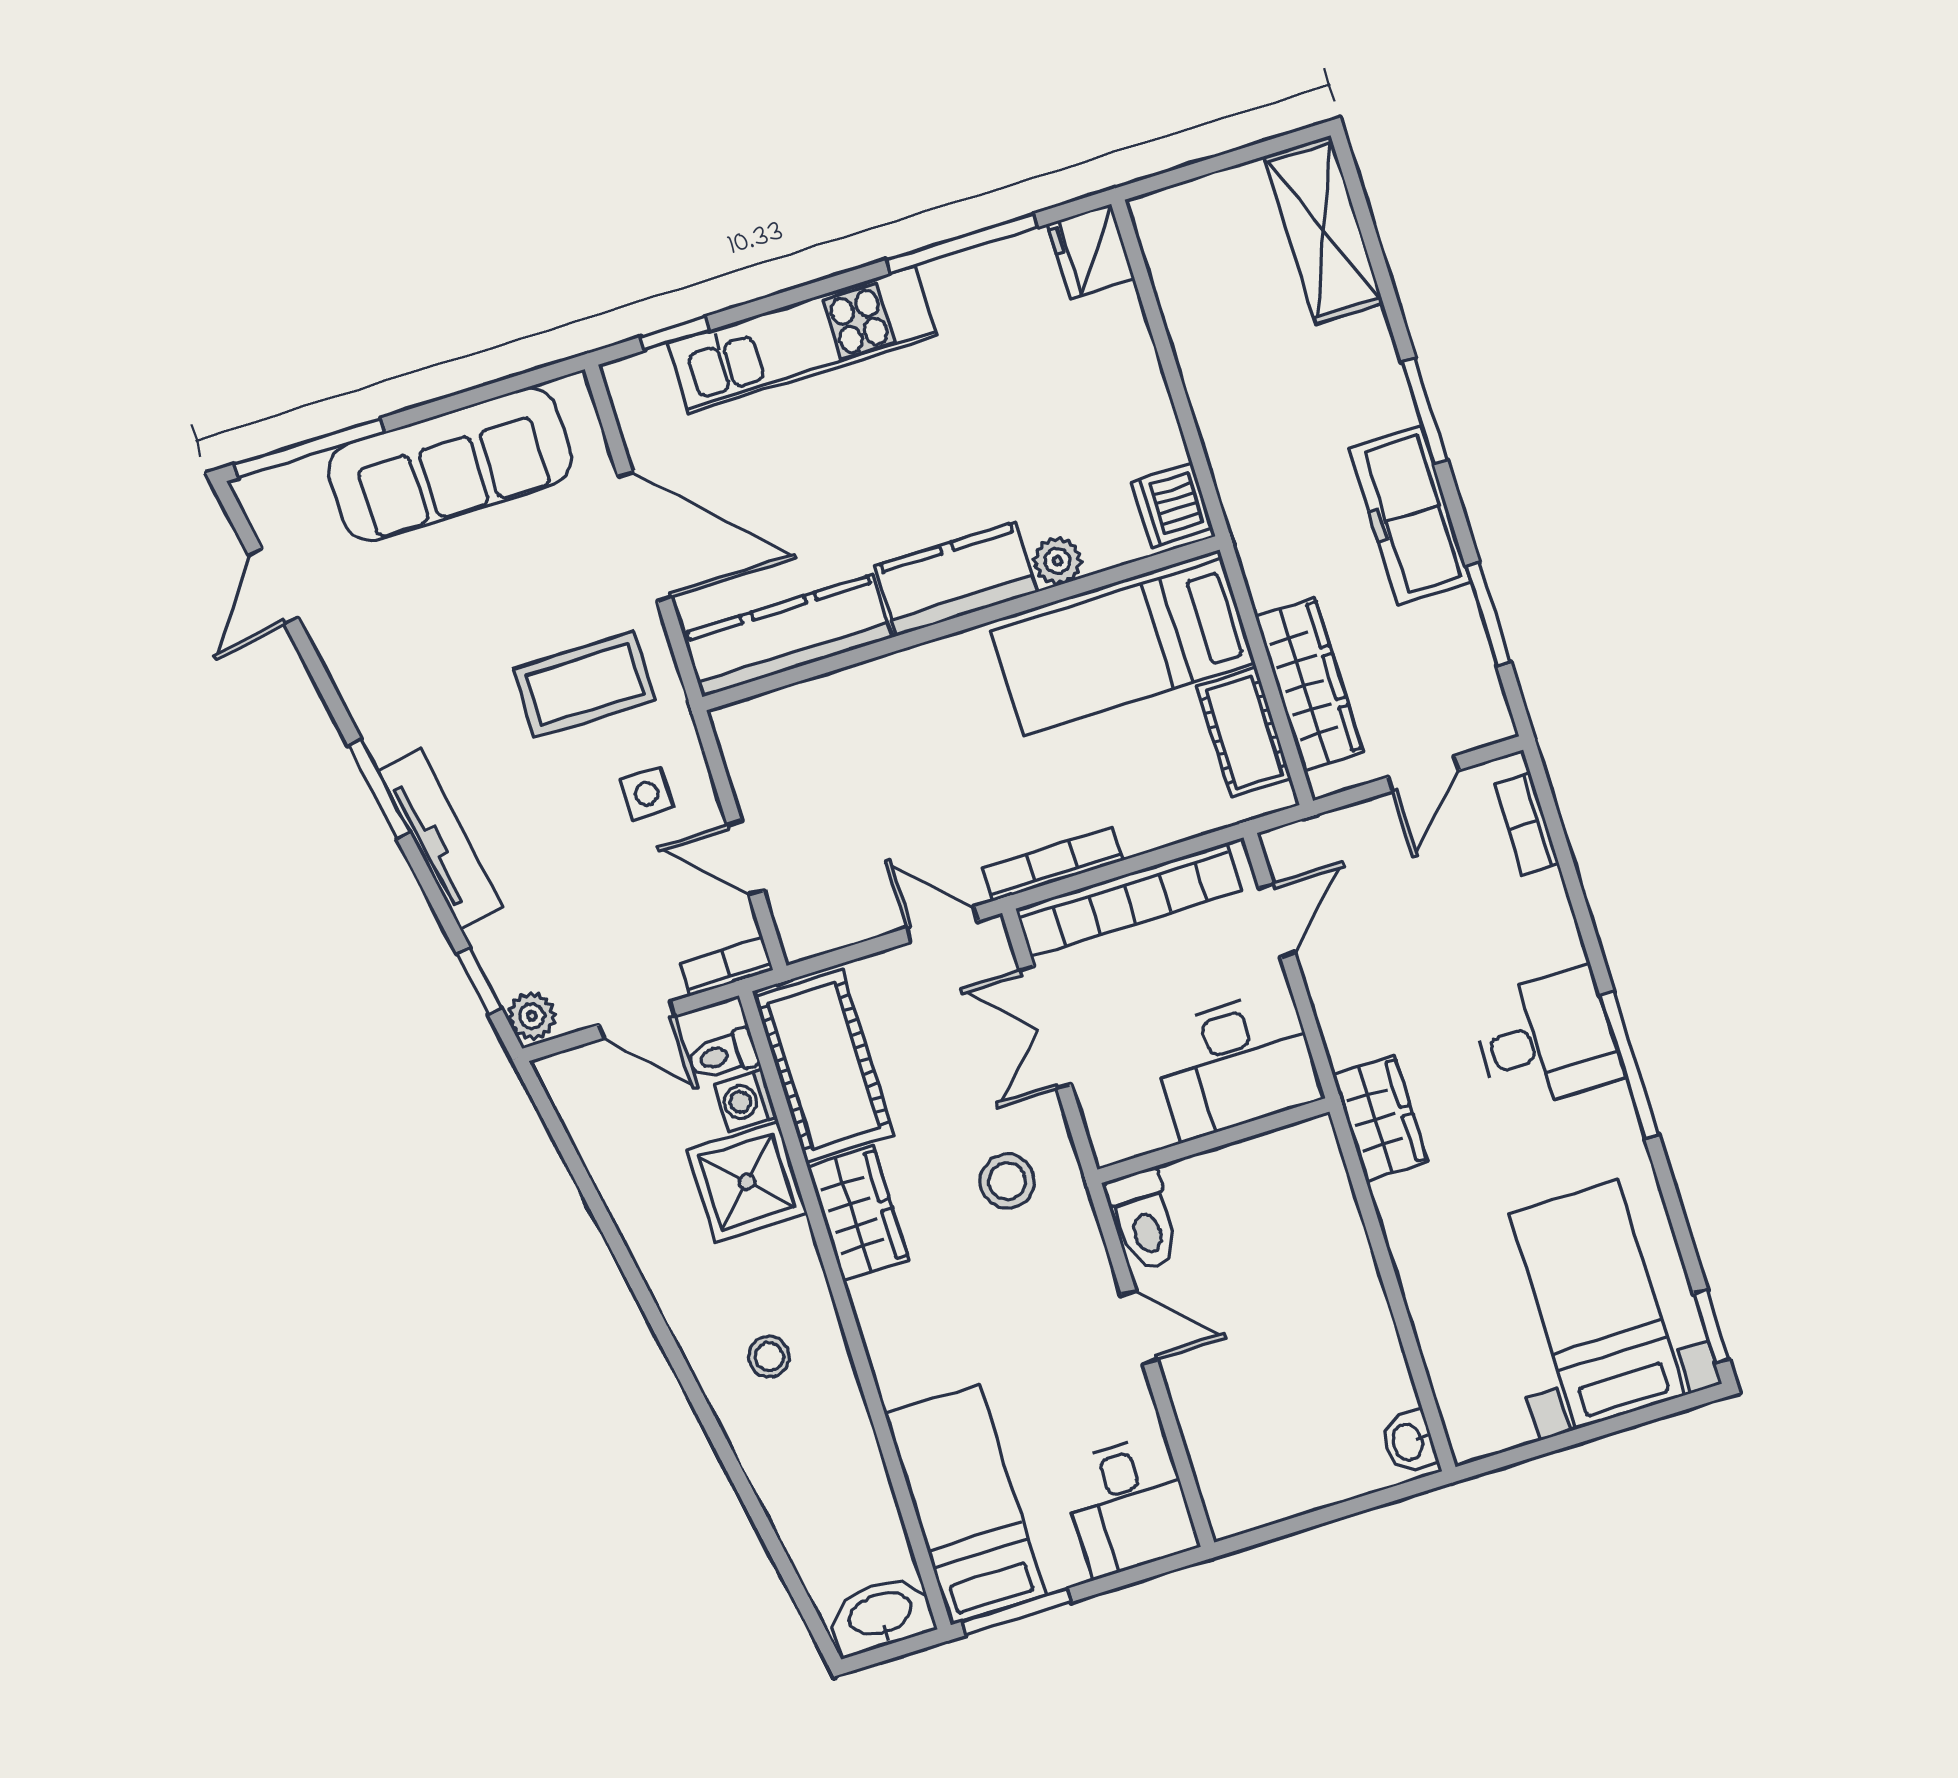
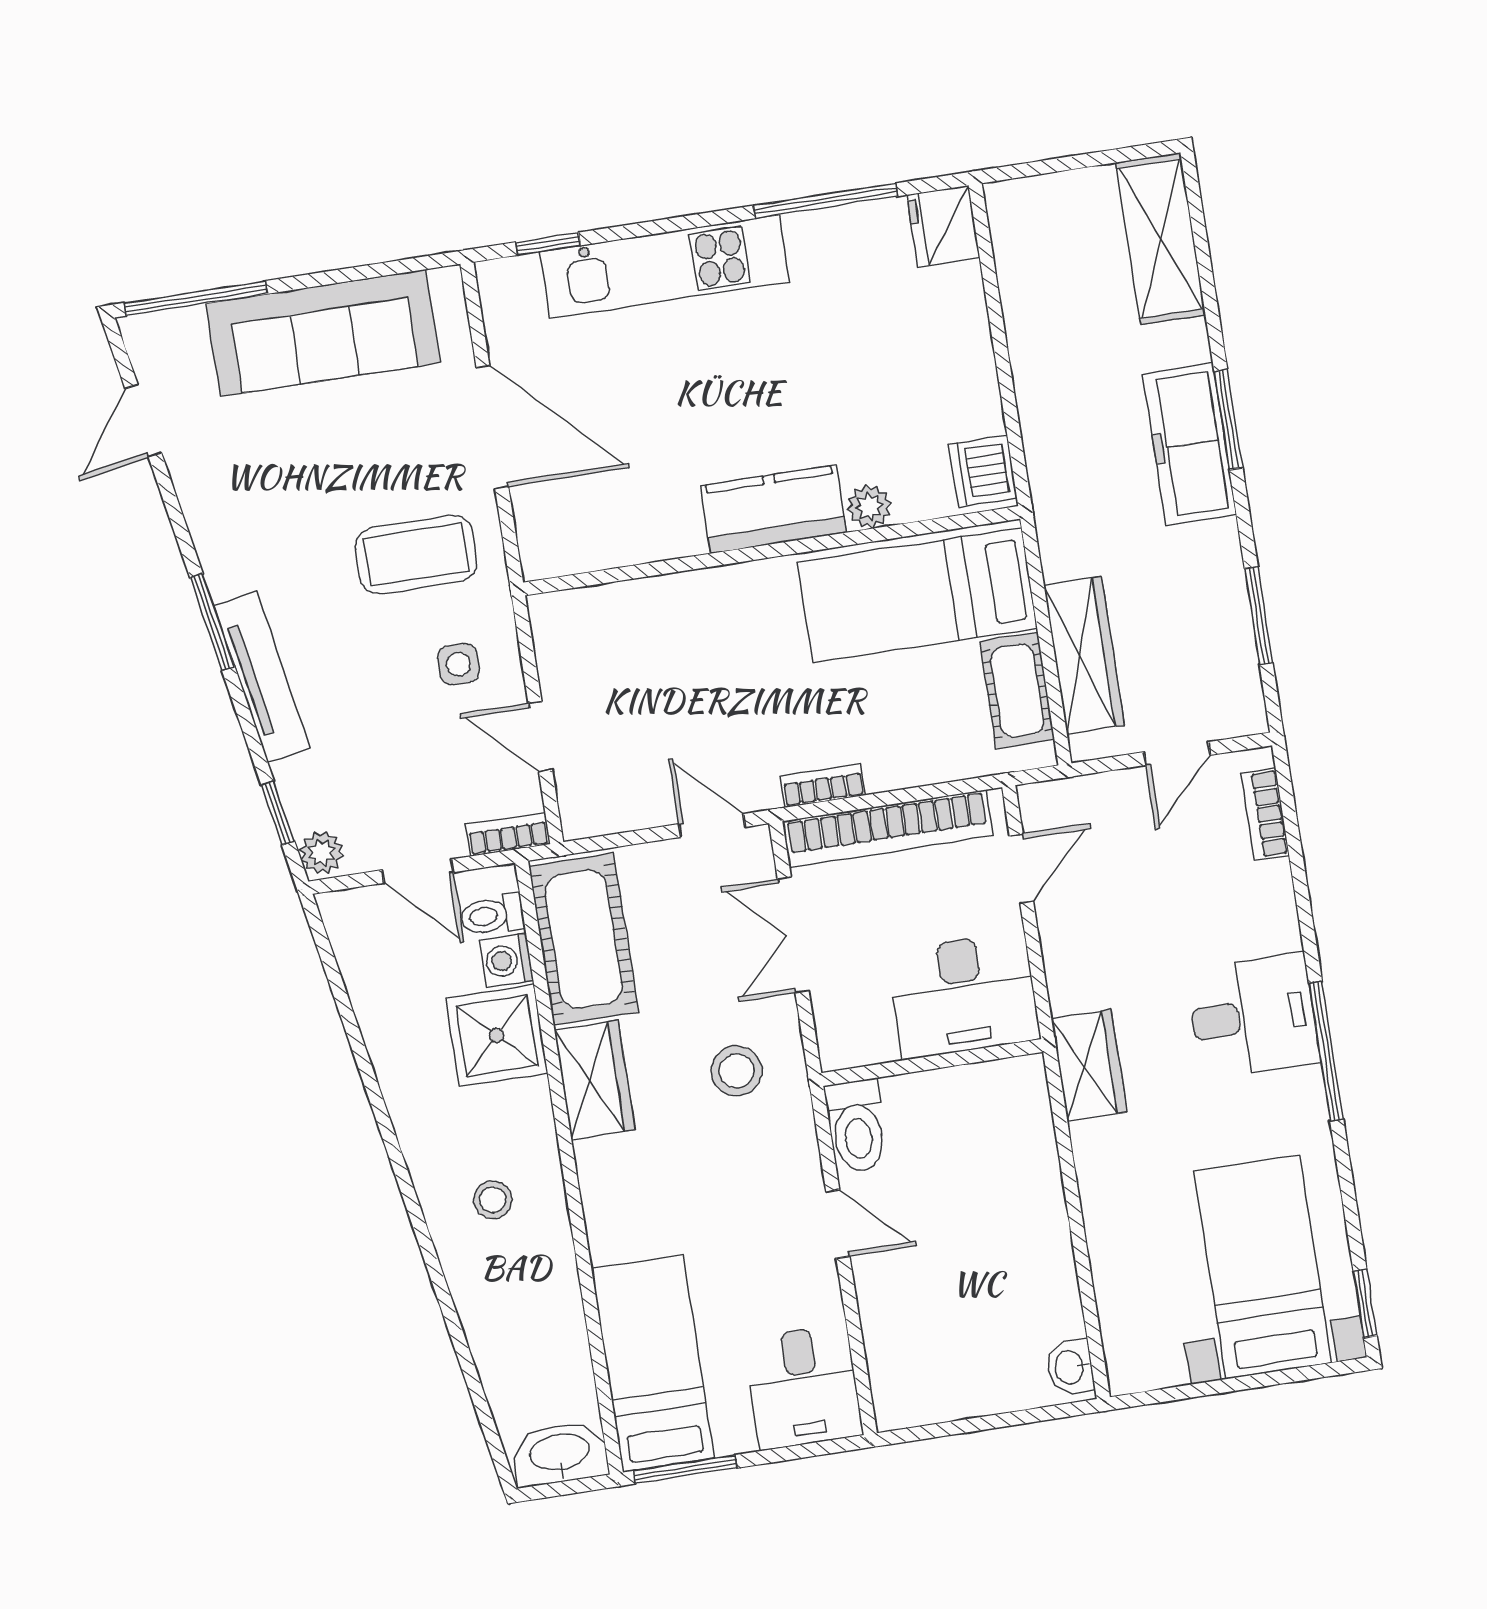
freezer: (1410, 515) -> (1190, 444), moved
kitchen counter: (787, 636) -> (610, 538), removed
bookcase: (1053, 864) -> (823, 785), width x0.64

